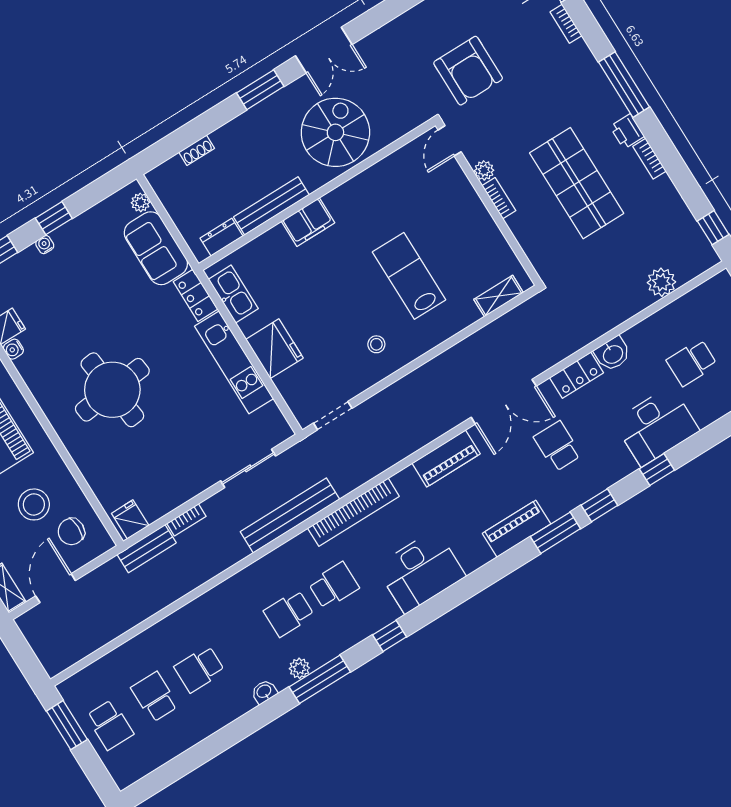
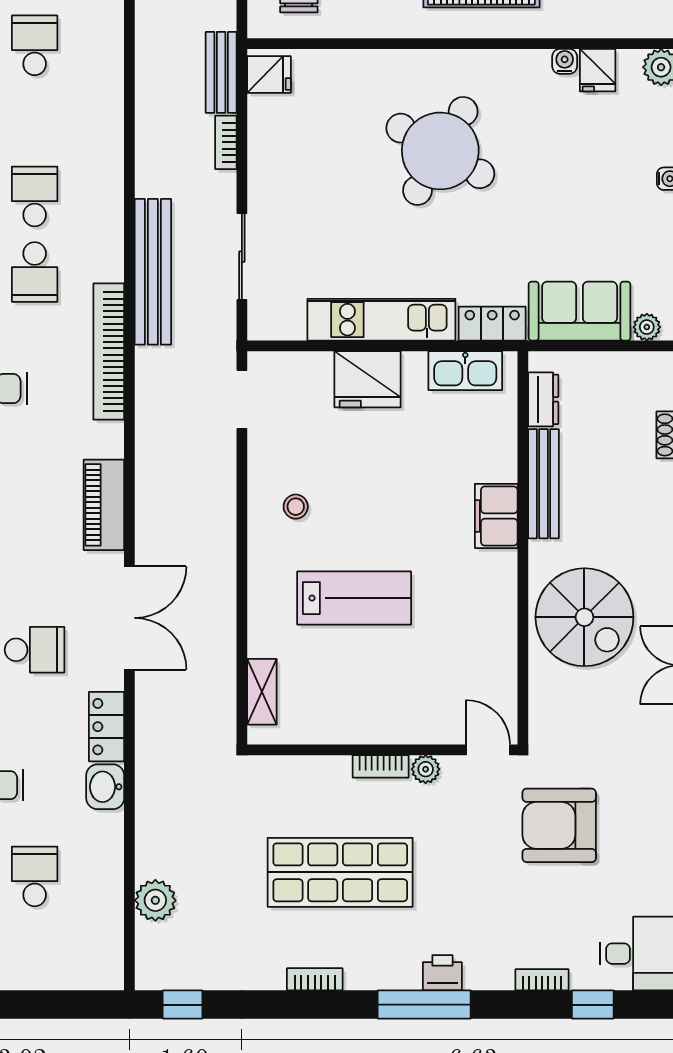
printer: (627, 131) -> (442, 973), moved
round table: (112, 390) -> (440, 151), turned 36
double door: (504, 402) -> (129, 618), swing flipped

